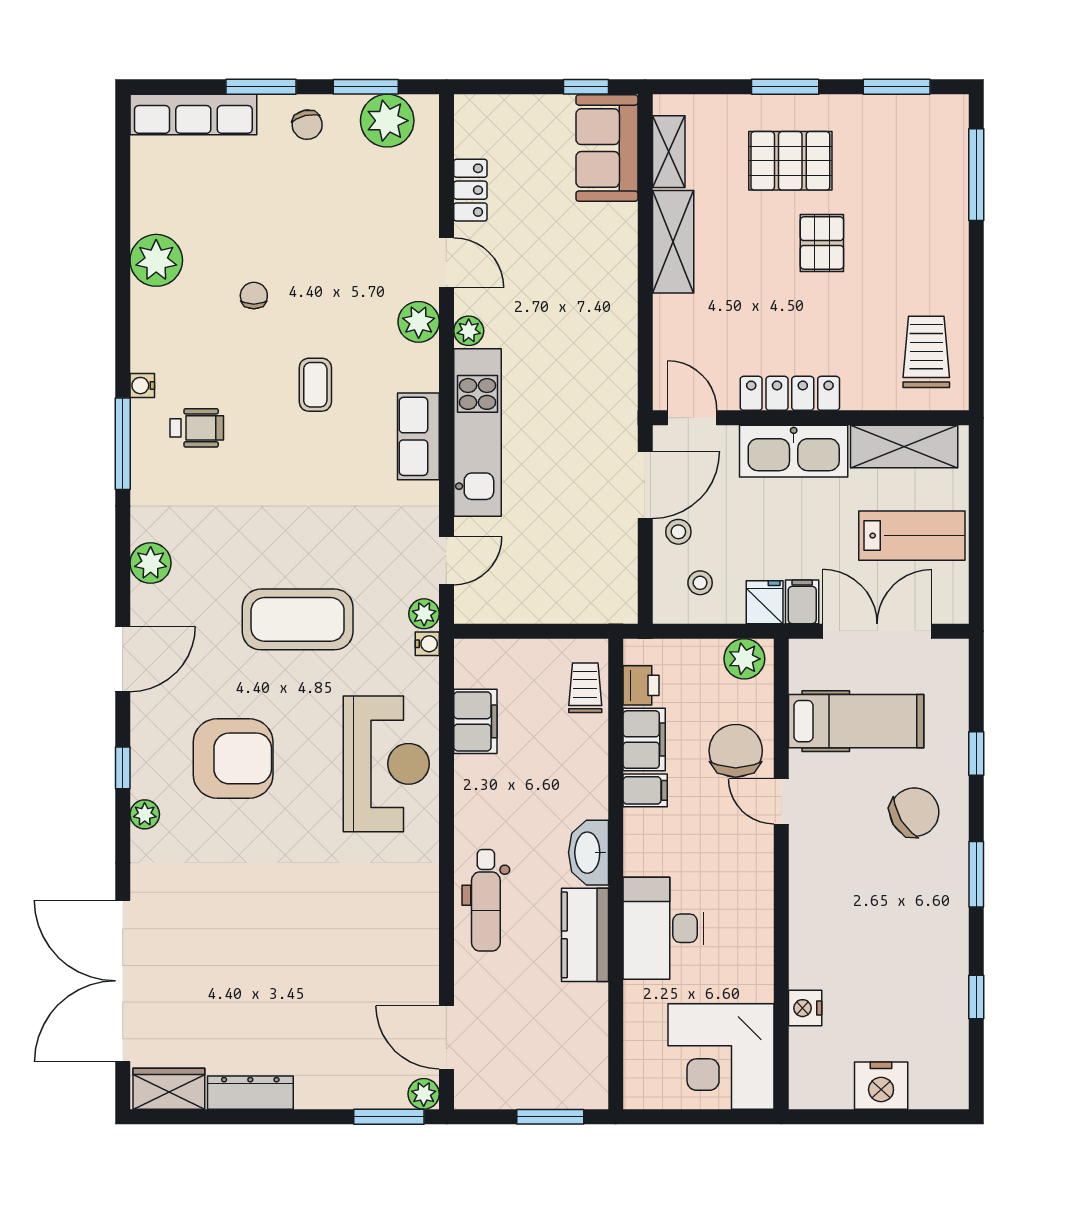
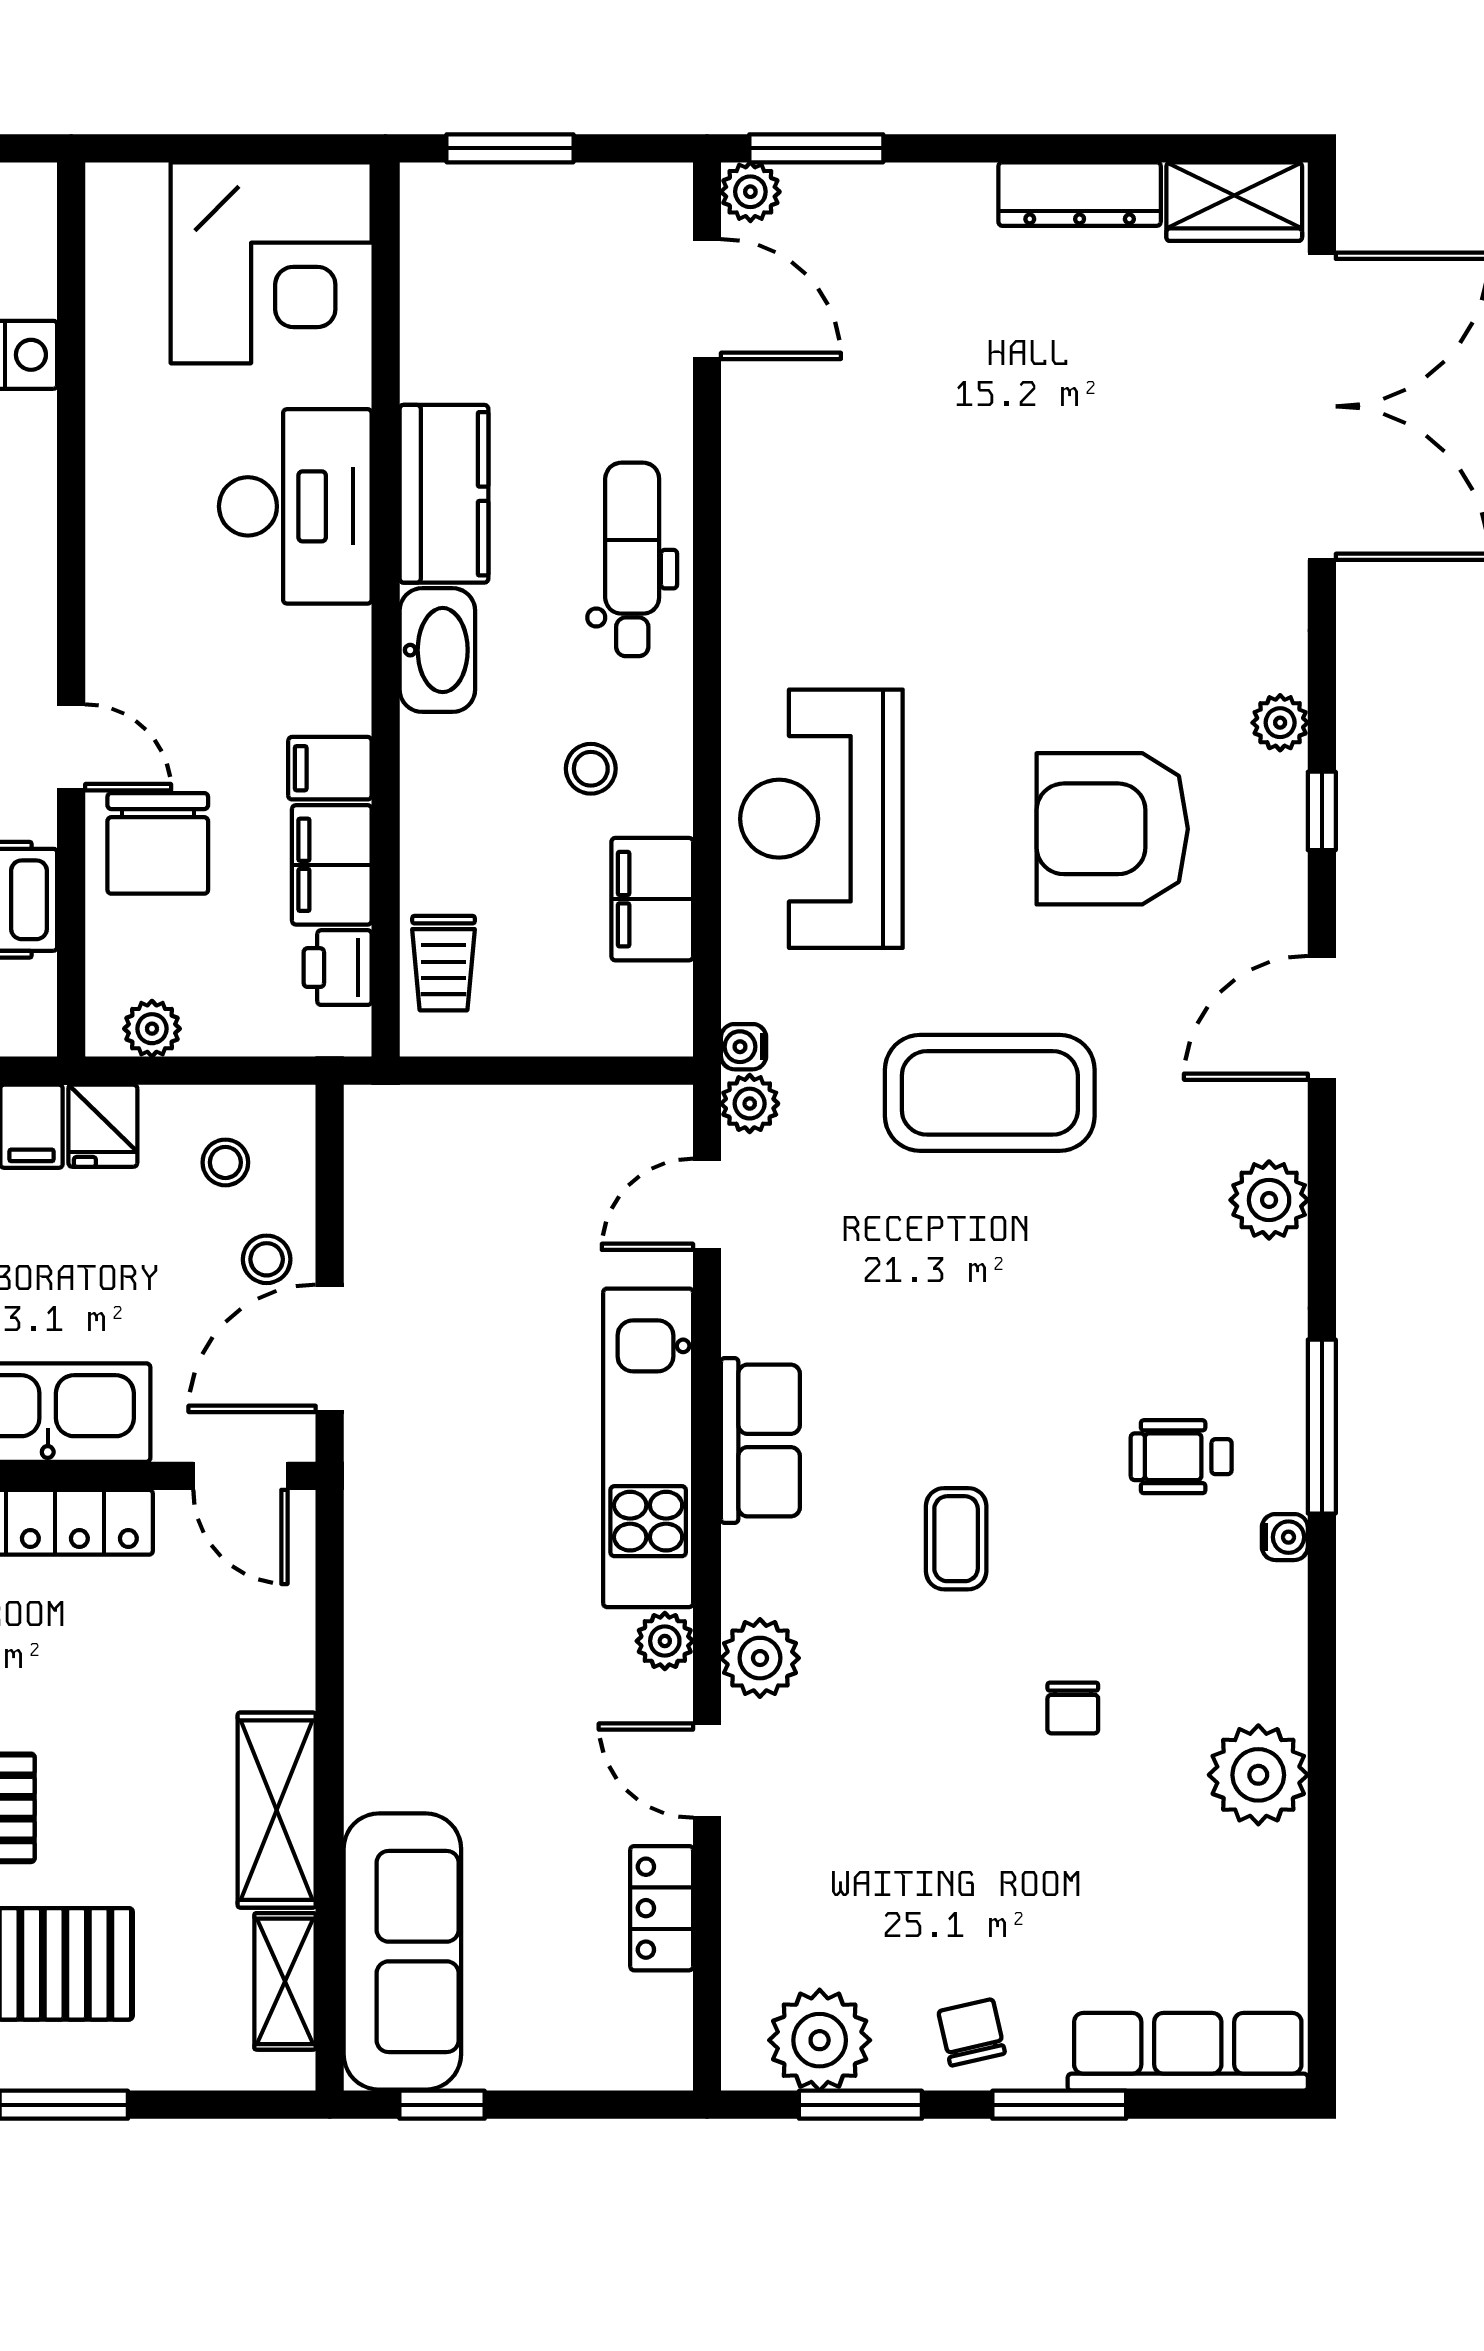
sofa: (607, 148) -> (402, 1951), width x1.36
plant: (744, 659) -> (152, 1029), width x0.73, depth x0.73
stool: (508, 790) -> (591, 769), added
corner desk: (721, 1057) -> (271, 263), moved, turned 90

